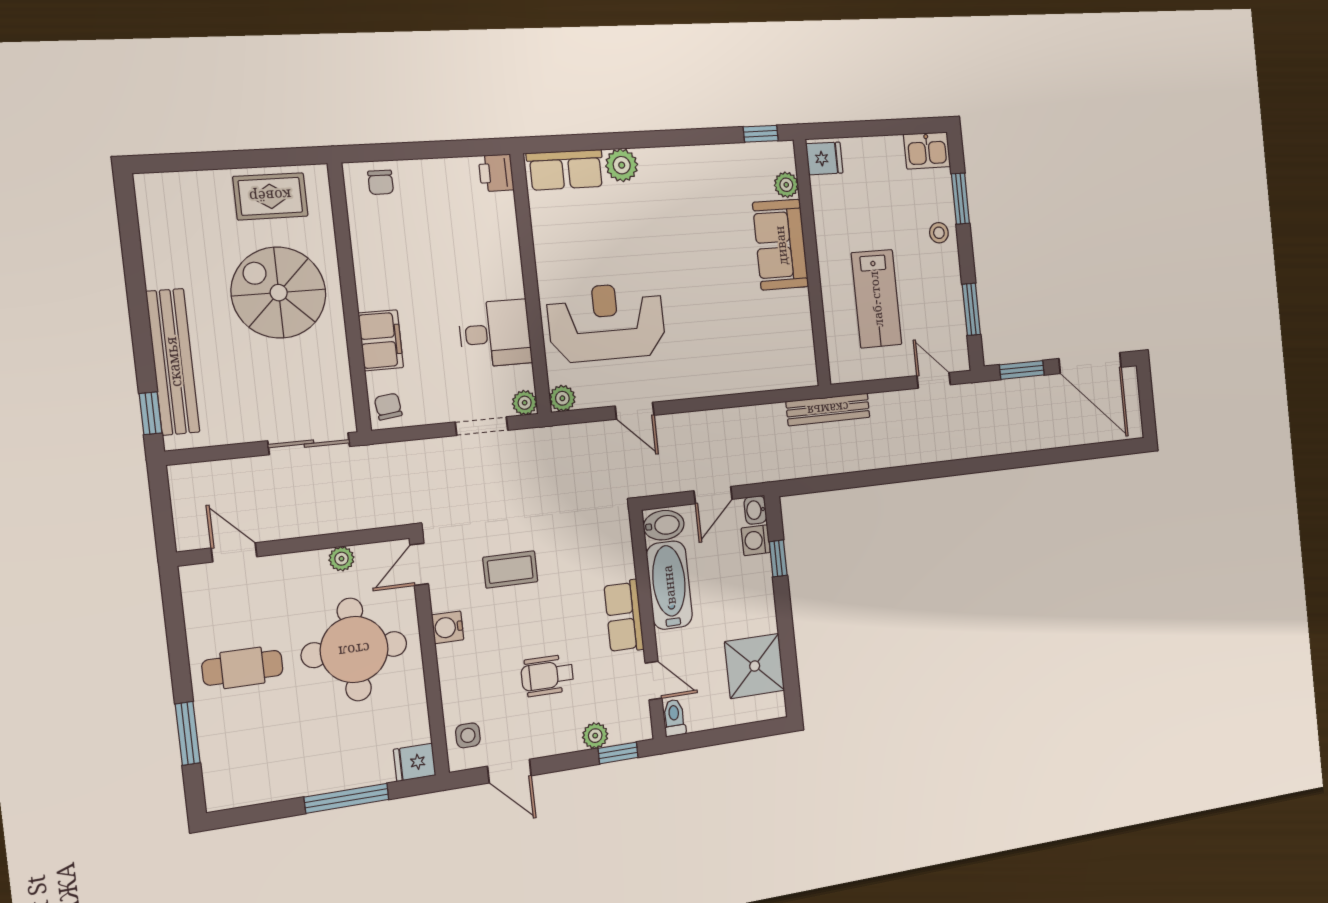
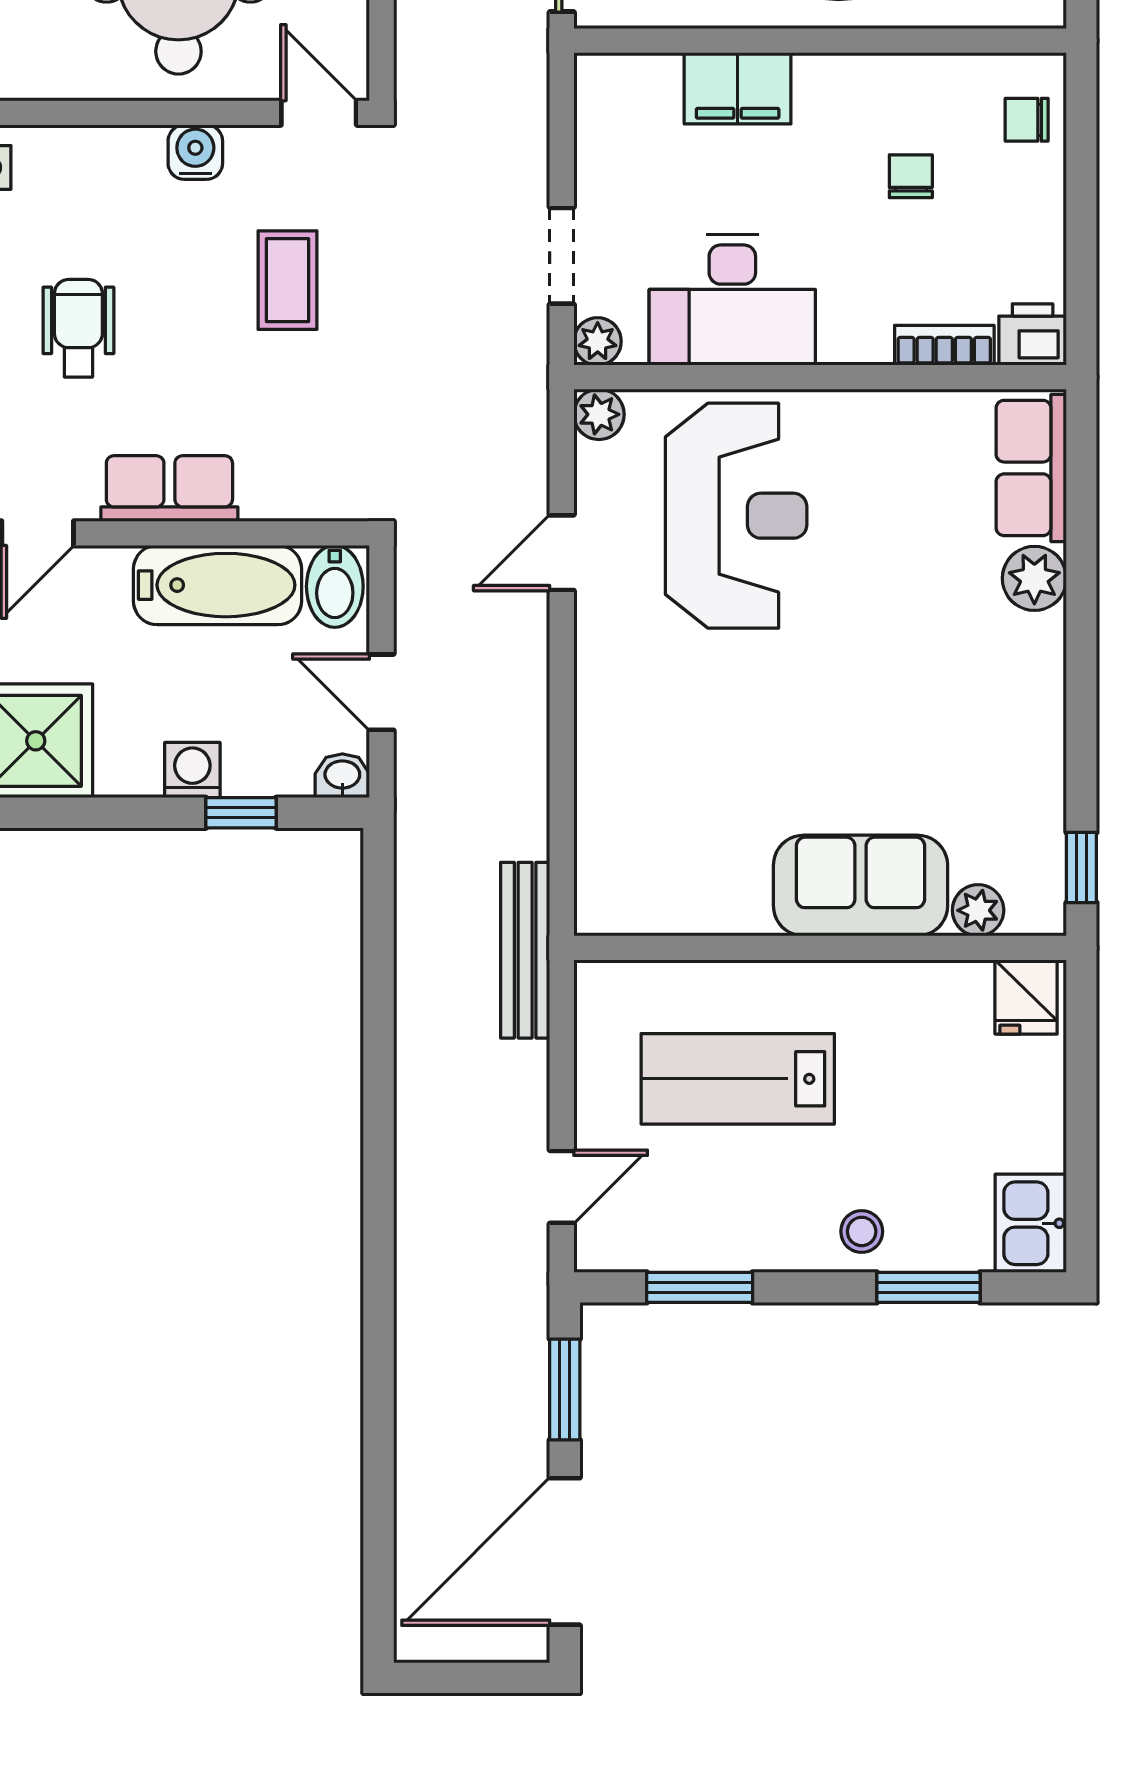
bookcase: (507, 219) -> (944, 345), added
desk: (495, 334) -> (732, 300), width x1.37
chair: (388, 407) -> (911, 176), moved, turned -83
washing machine: (756, 540) -> (192, 770), moved

